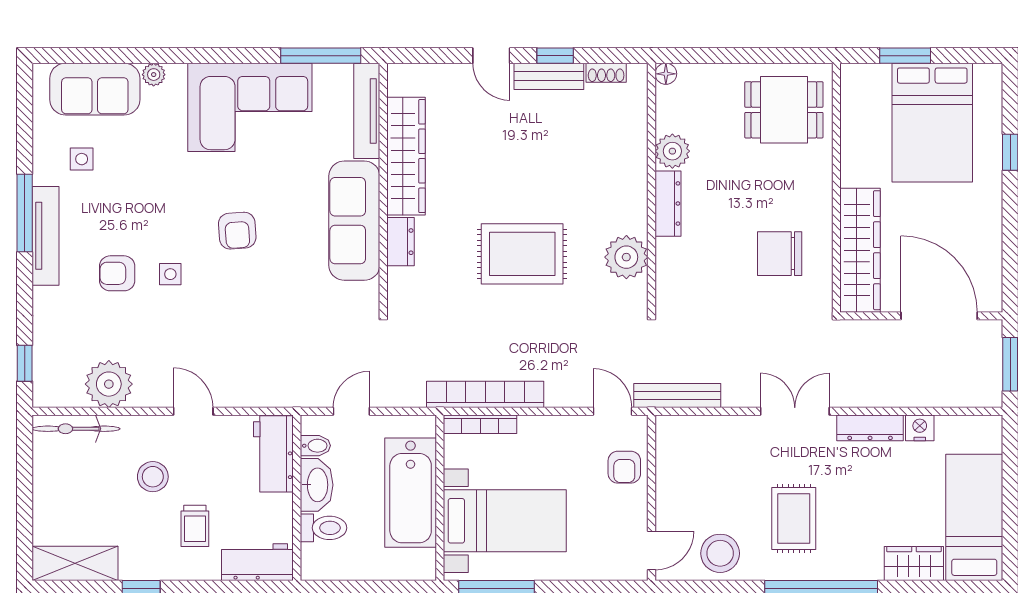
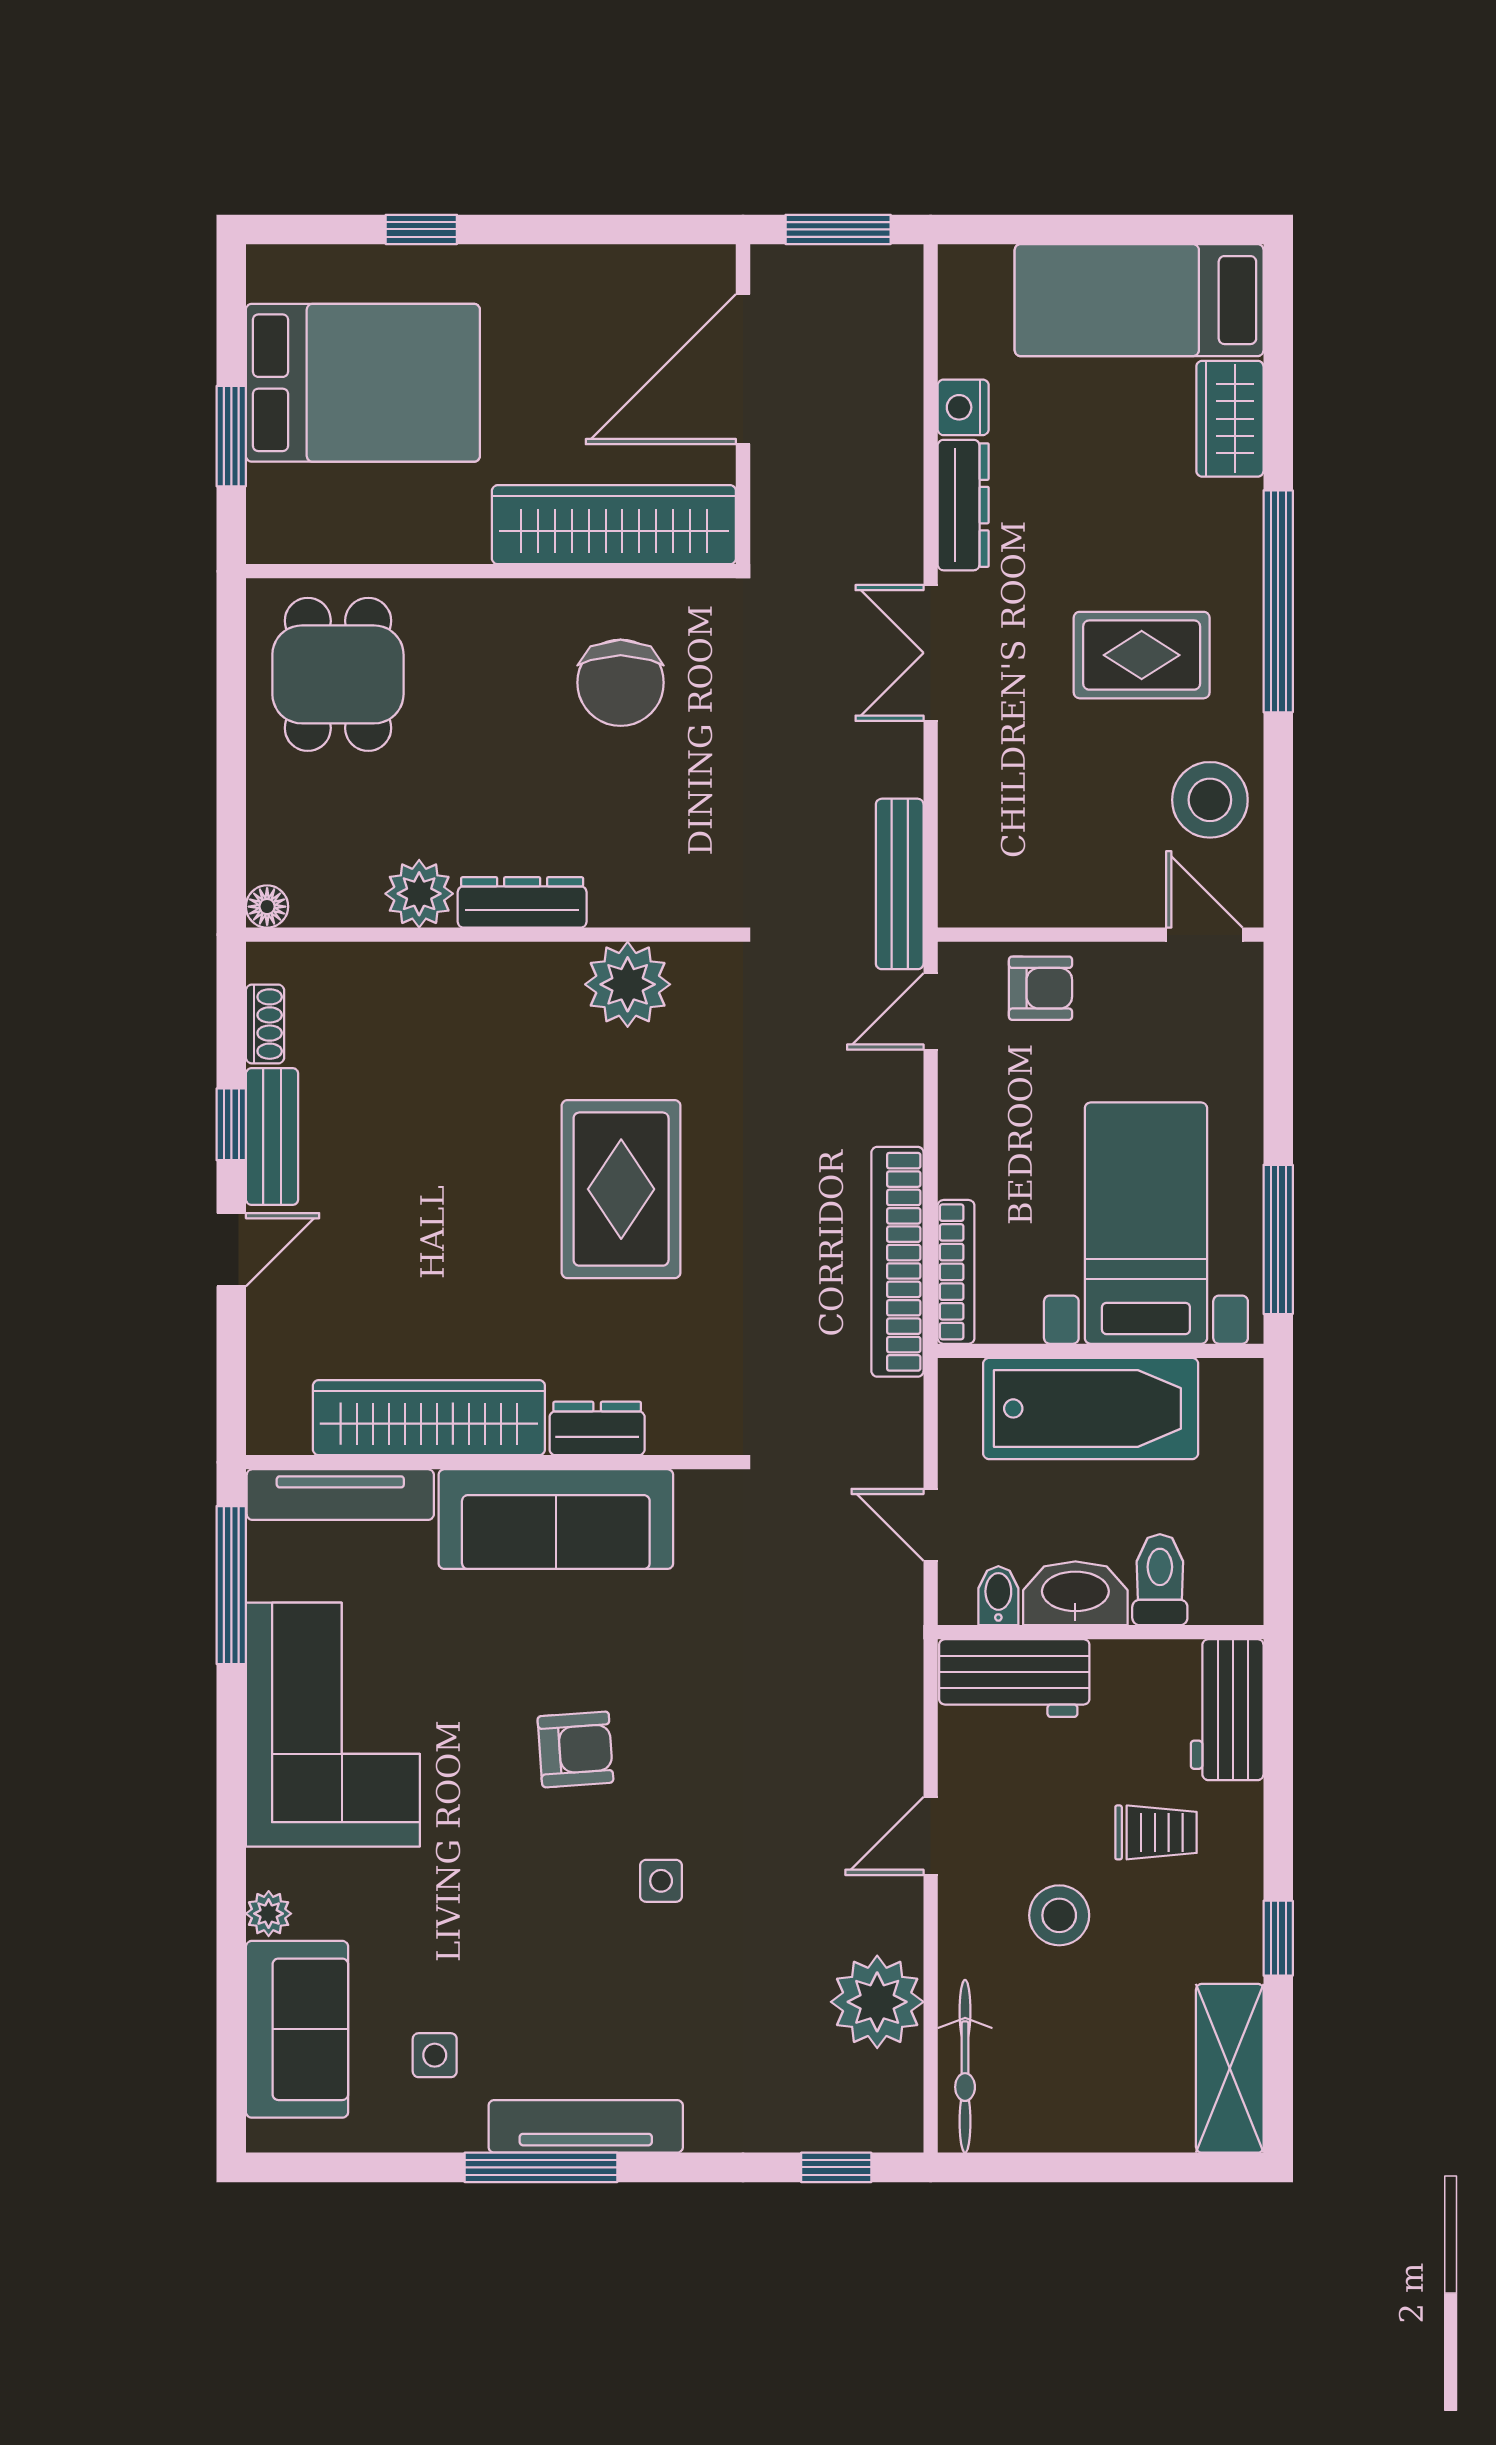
armchair: (117, 273) -> (659, 1985), removed

